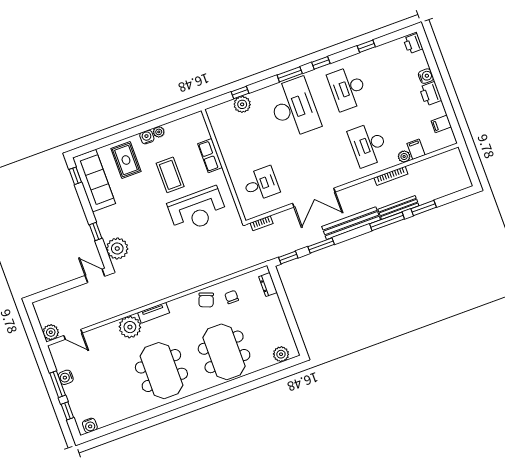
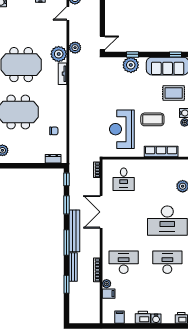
row of seats: (210, 156) -> (161, 152), width x1.48
window: (387, 221) -> (67, 242), moved
plant: (117, 249) -> (131, 65), moved
chair: (206, 300) -> (58, 113), removed
plant: (114, 309) -> (75, 48), added

